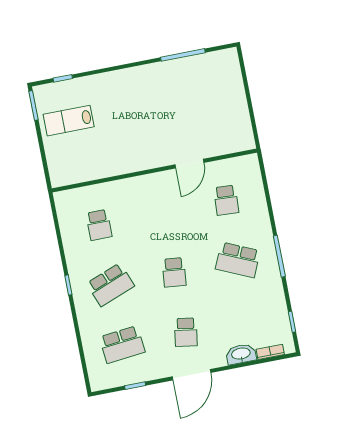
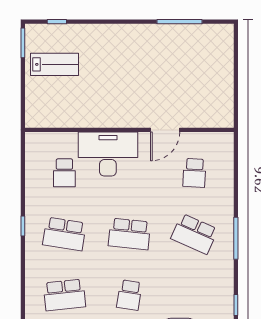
lab bench: (69, 121) -> (55, 64), turned 180
desk: (138, 198) -> (108, 154), added
school desk: (174, 272) -> (129, 234), width x1.85
school desk: (111, 285) -> (64, 234), turned 30

